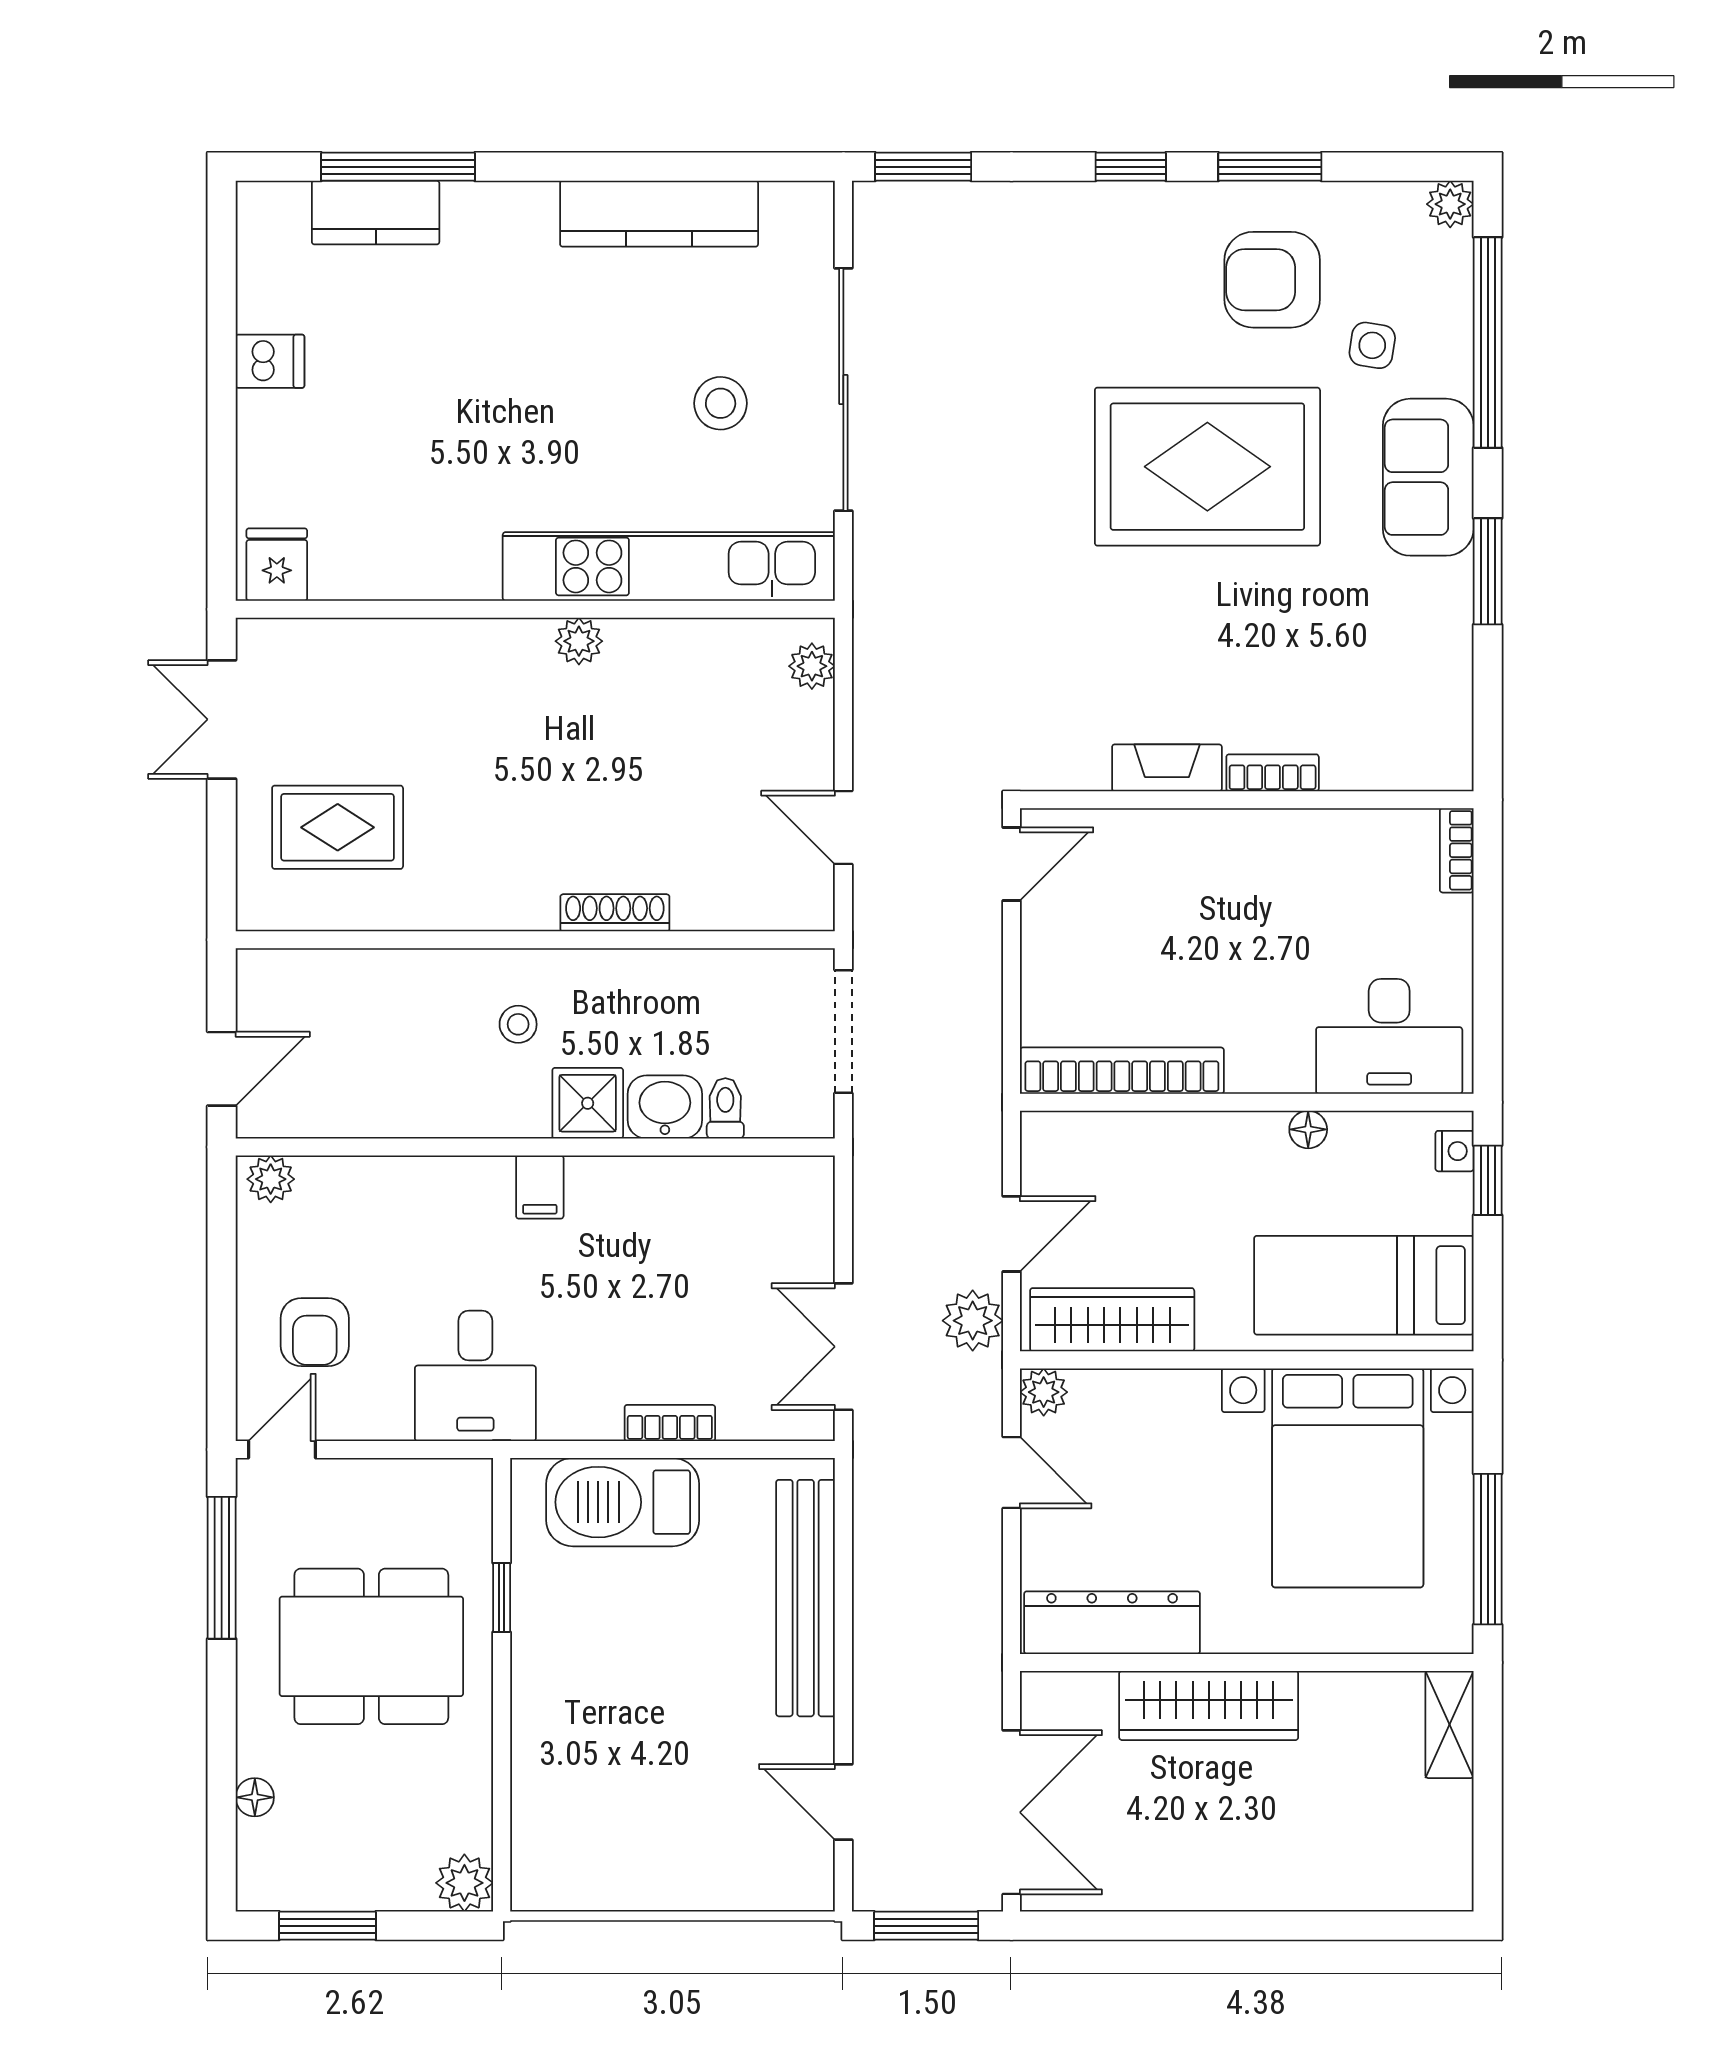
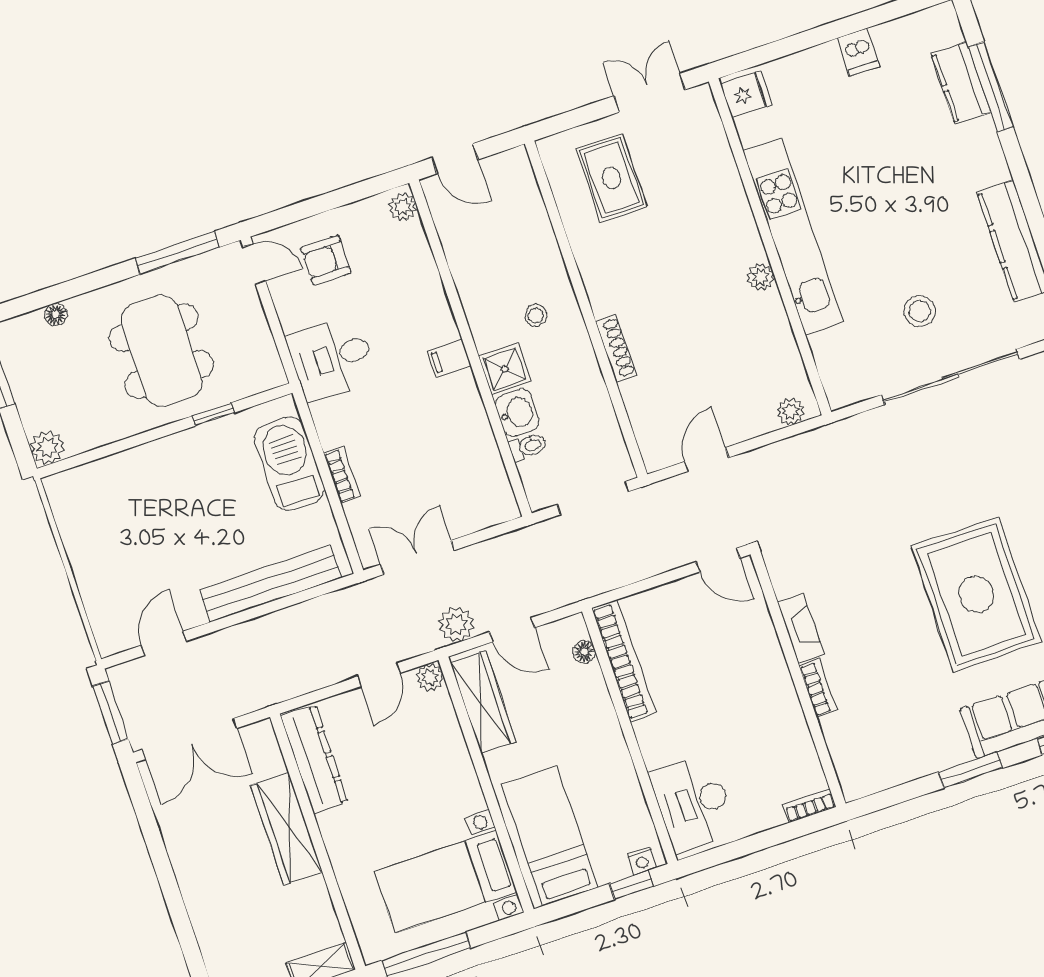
kitchen unit: (669, 566) -> (793, 236), moved
floor lamp: (1308, 1129) -> (584, 652), moved
bed with nightstands: (1348, 1478) -> (446, 882), width x0.73

